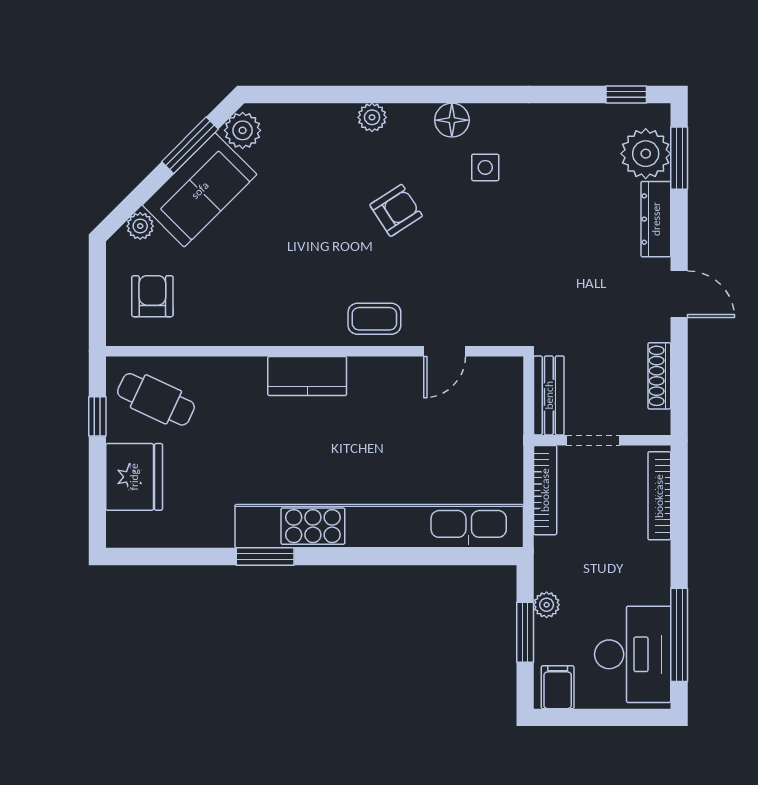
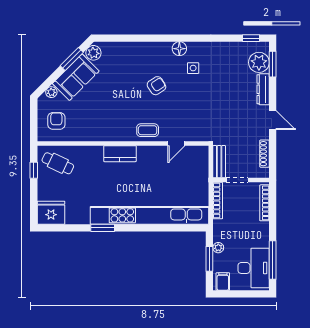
plant: (372, 117) -> (147, 47), removed
fridge: (134, 477) -> (51, 213), moved, turned -90

